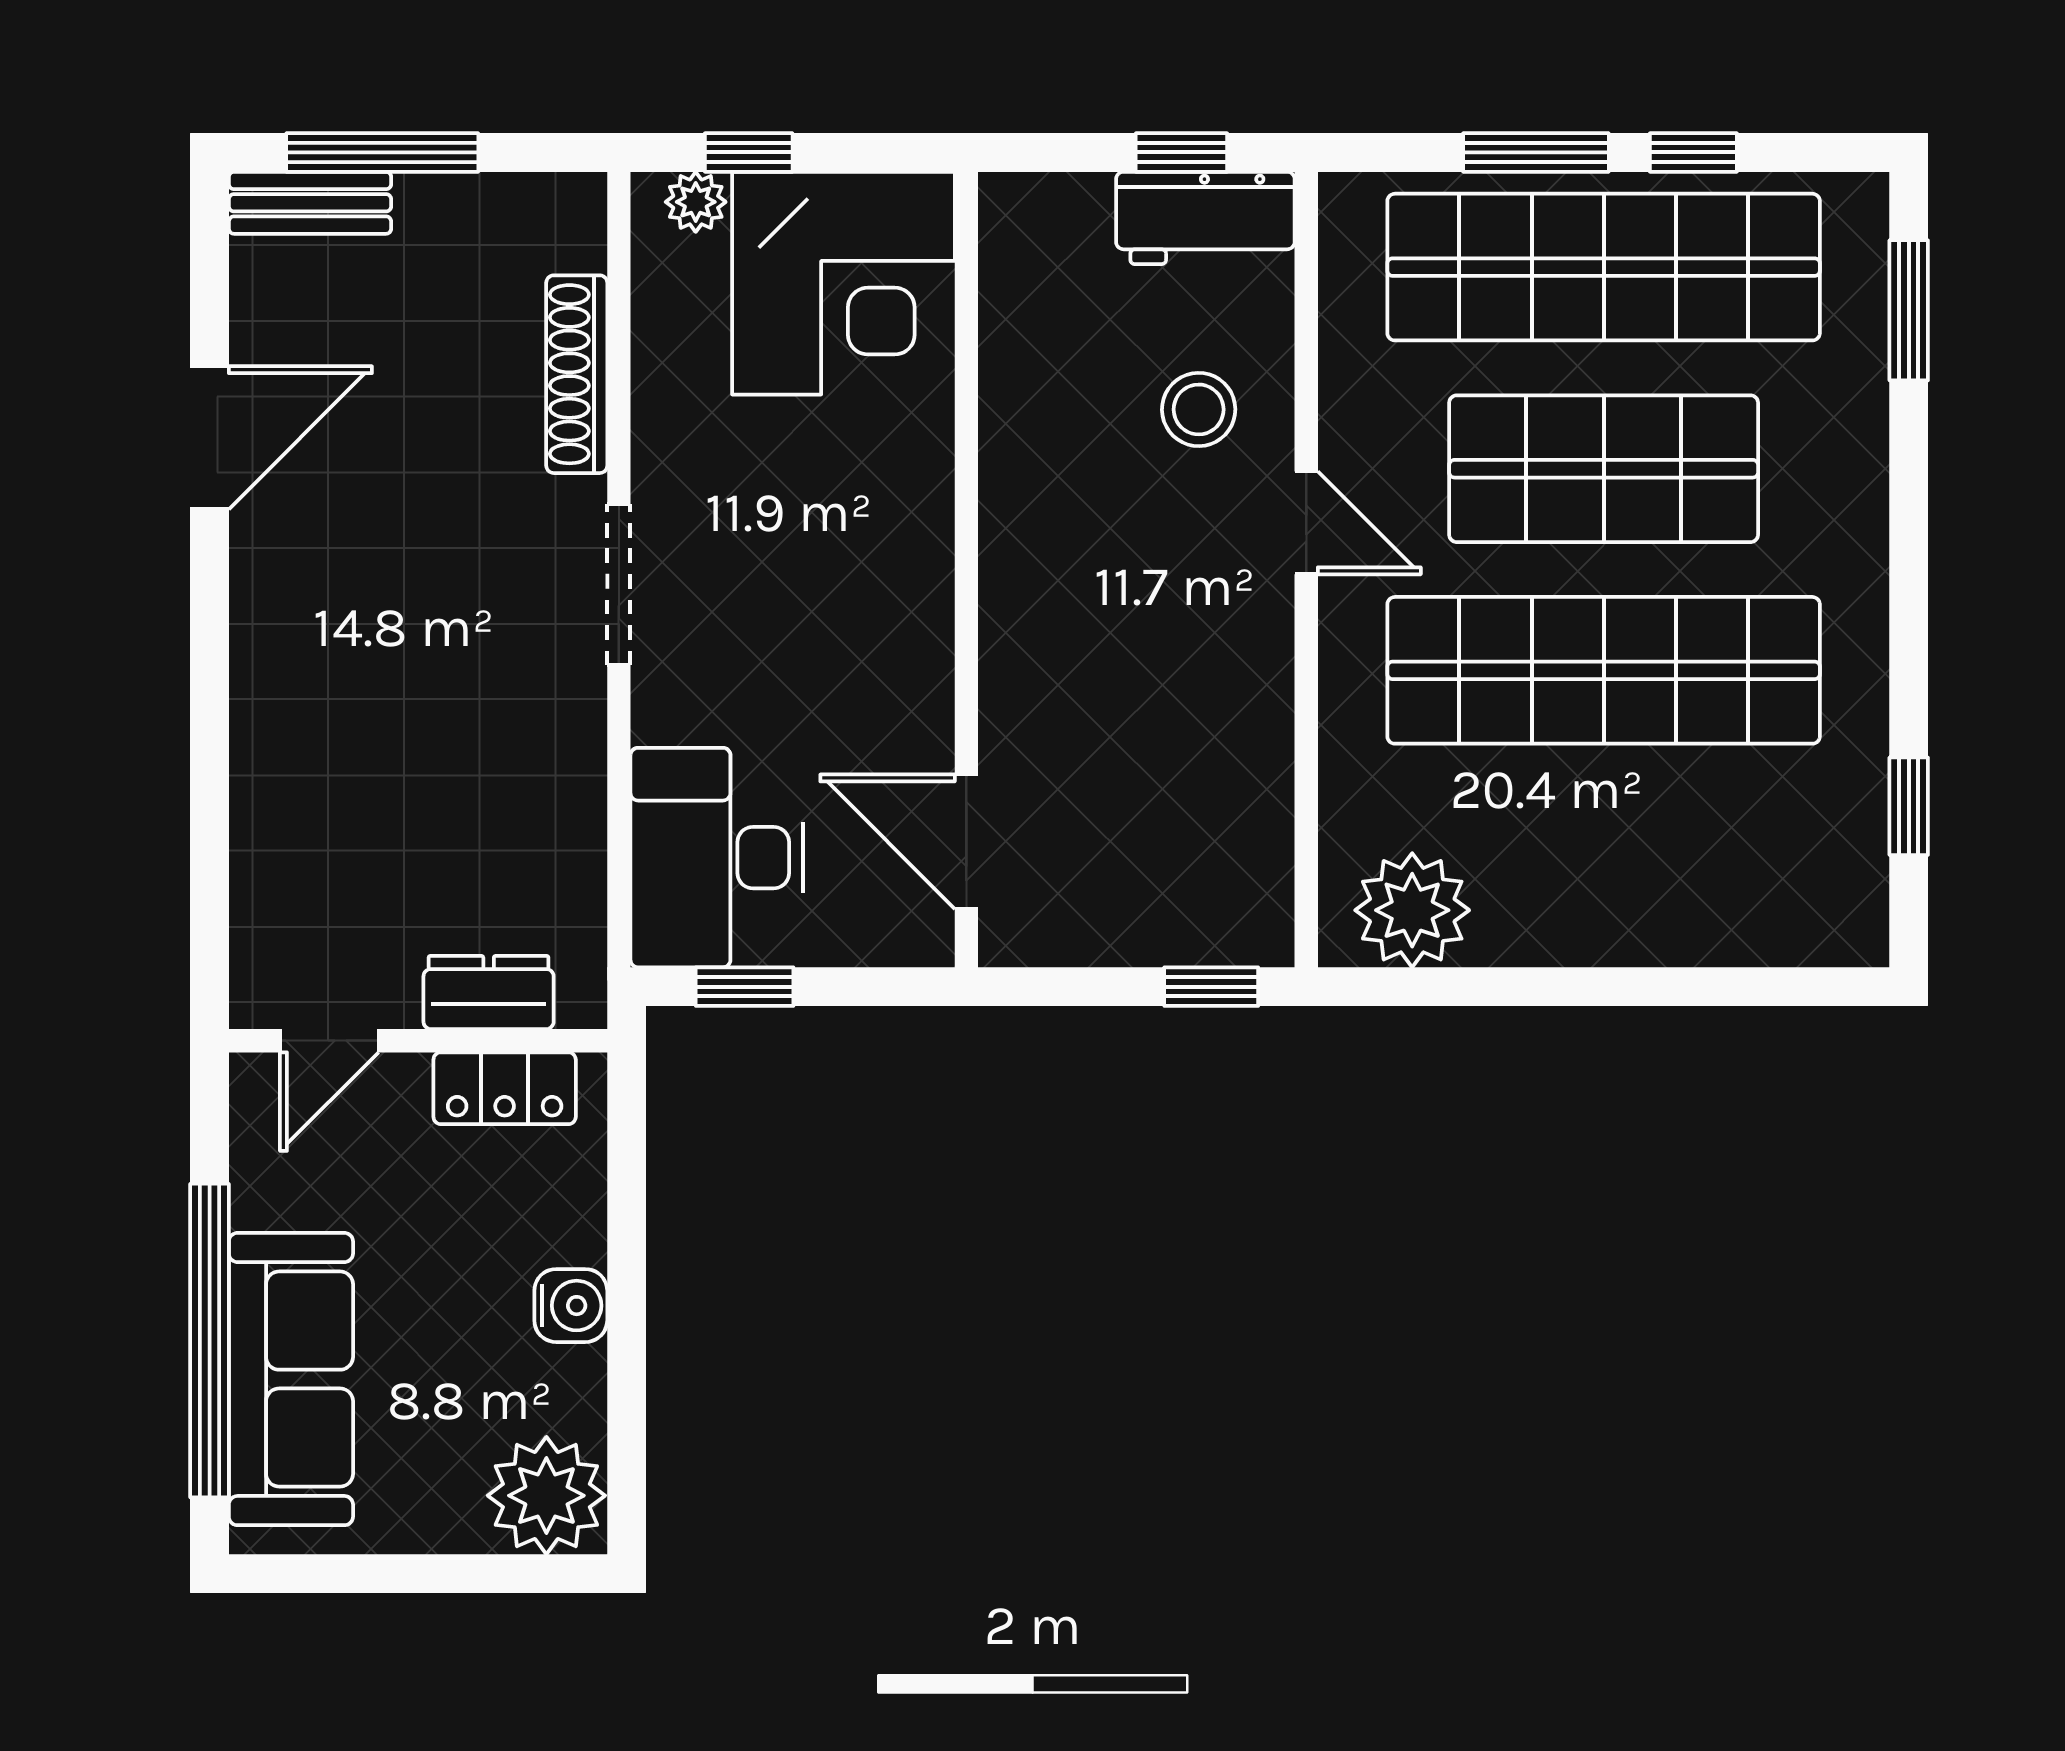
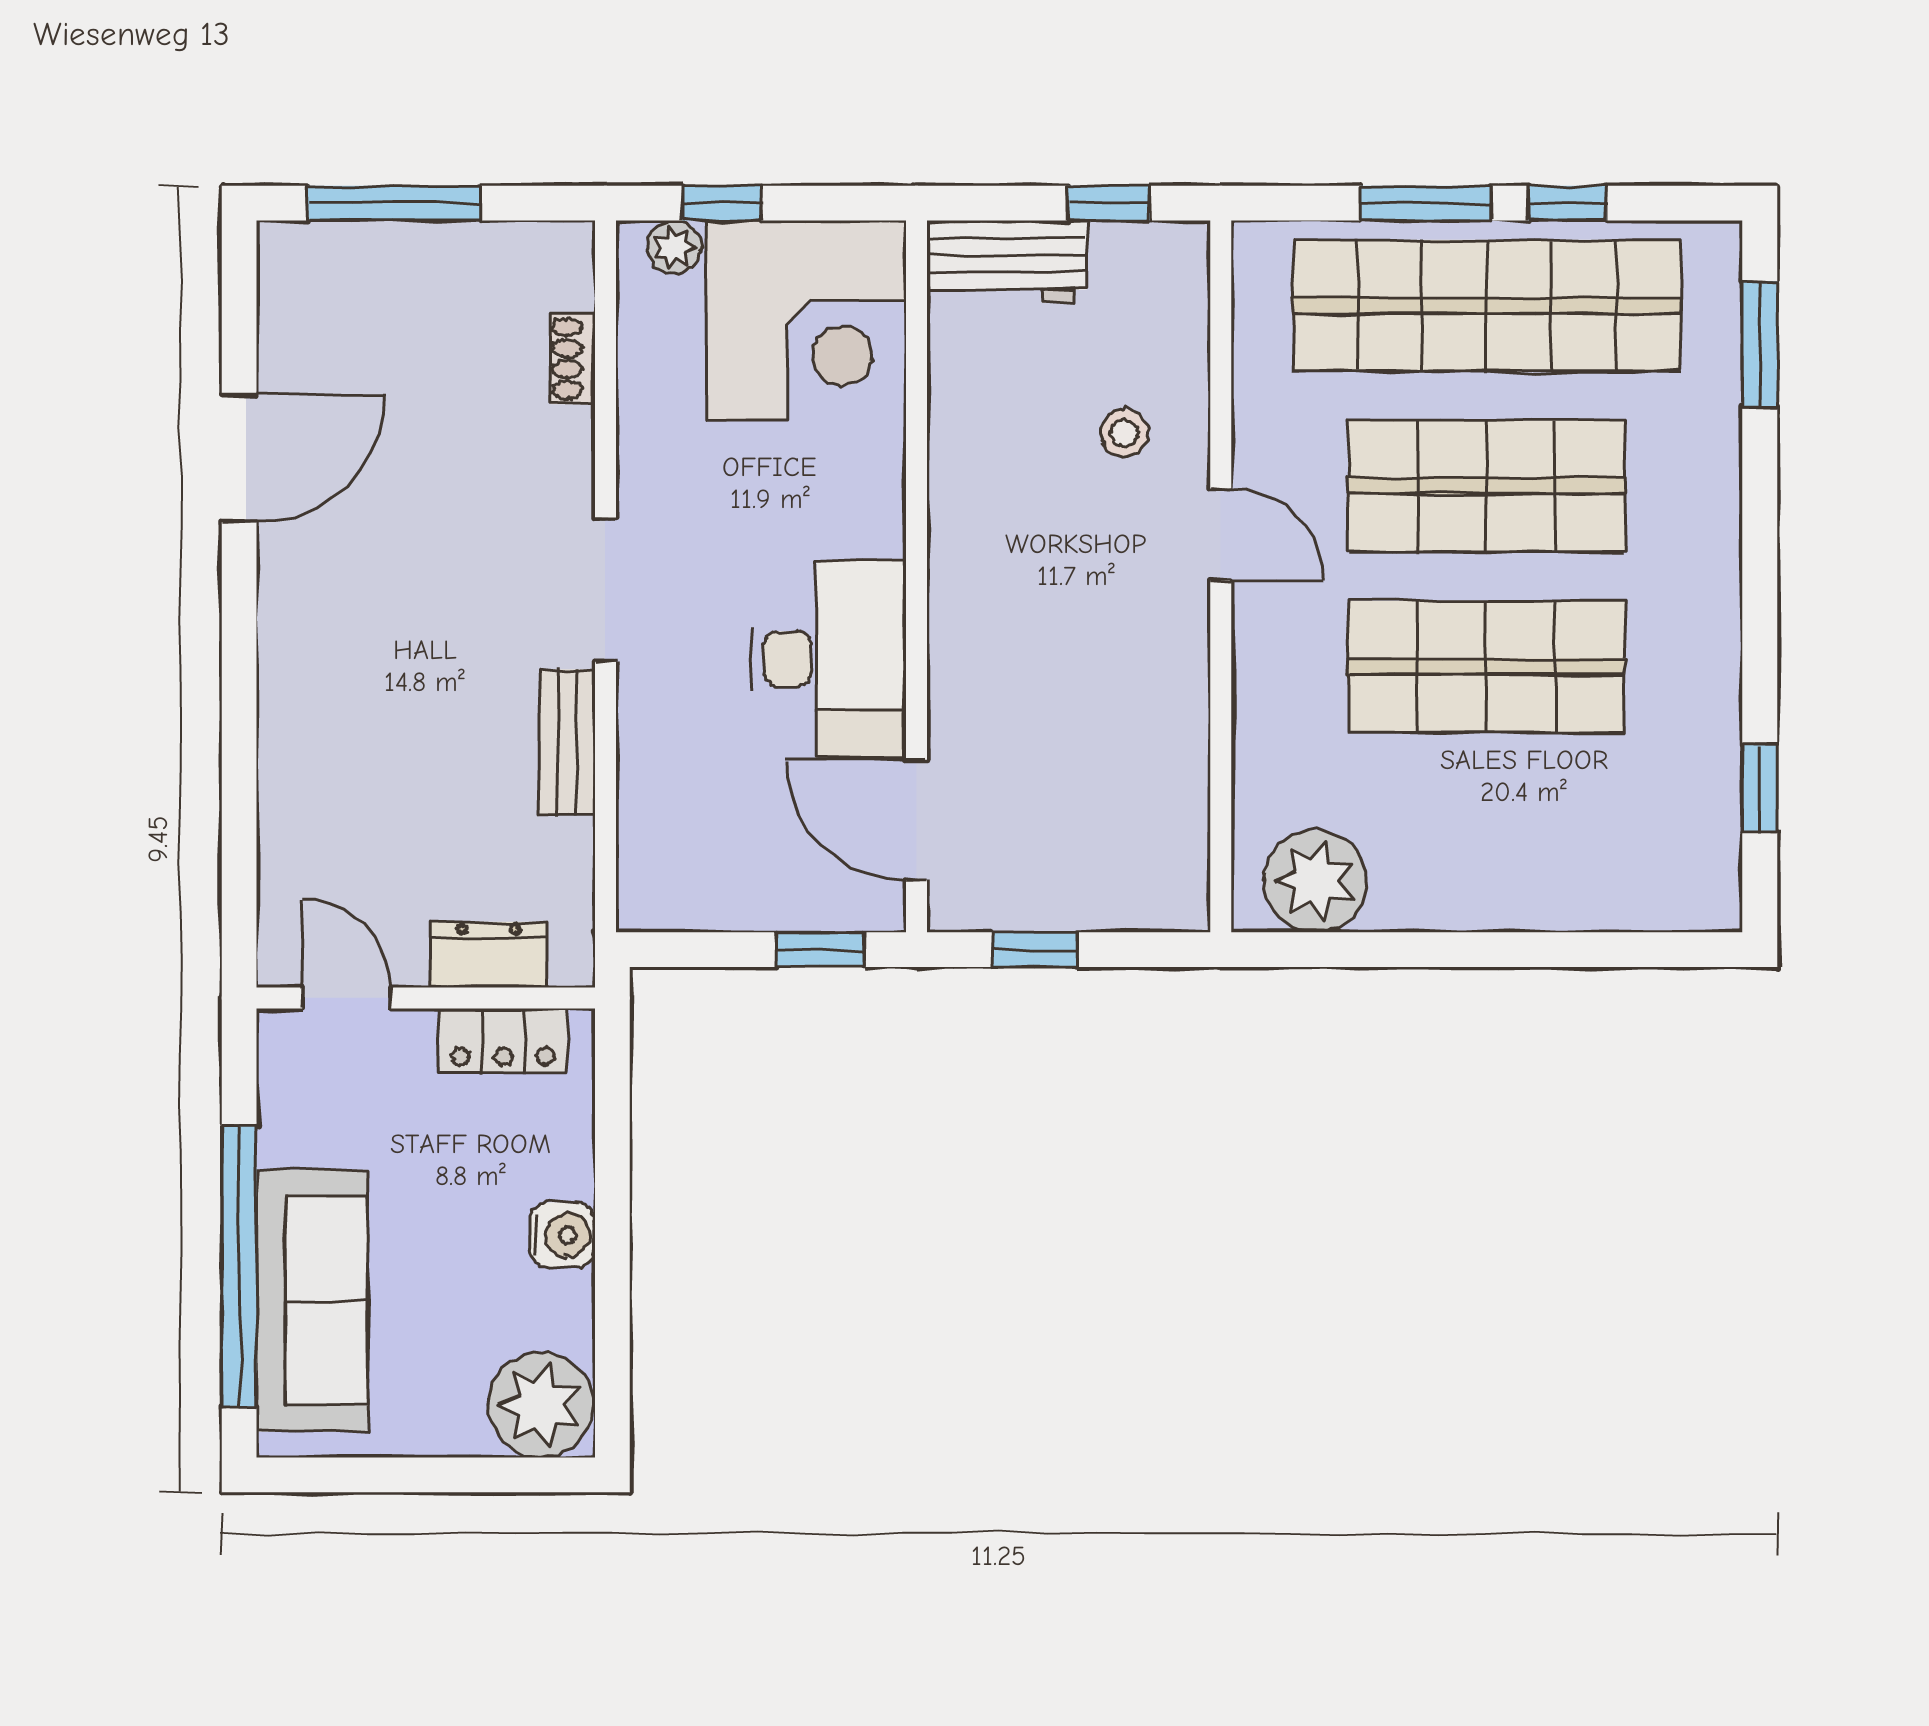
bench: (310, 203) -> (567, 742), moved, turned 90
workbench: (1205, 218) -> (1007, 262), moved
shoe rack: (577, 374) -> (573, 359), width x0.51, depth x0.81
stool: (1199, 409) -> (1124, 433), width x0.73, depth x0.73
shop shelf: (1604, 670) -> (1487, 667), width x0.71
desk: (717, 858) -> (829, 659), moved, turned 180
window: (745, 987) -> (820, 950), moved
window: (1211, 987) -> (1035, 950), moved
door: (329, 1041) -> (346, 998), swing flipped

